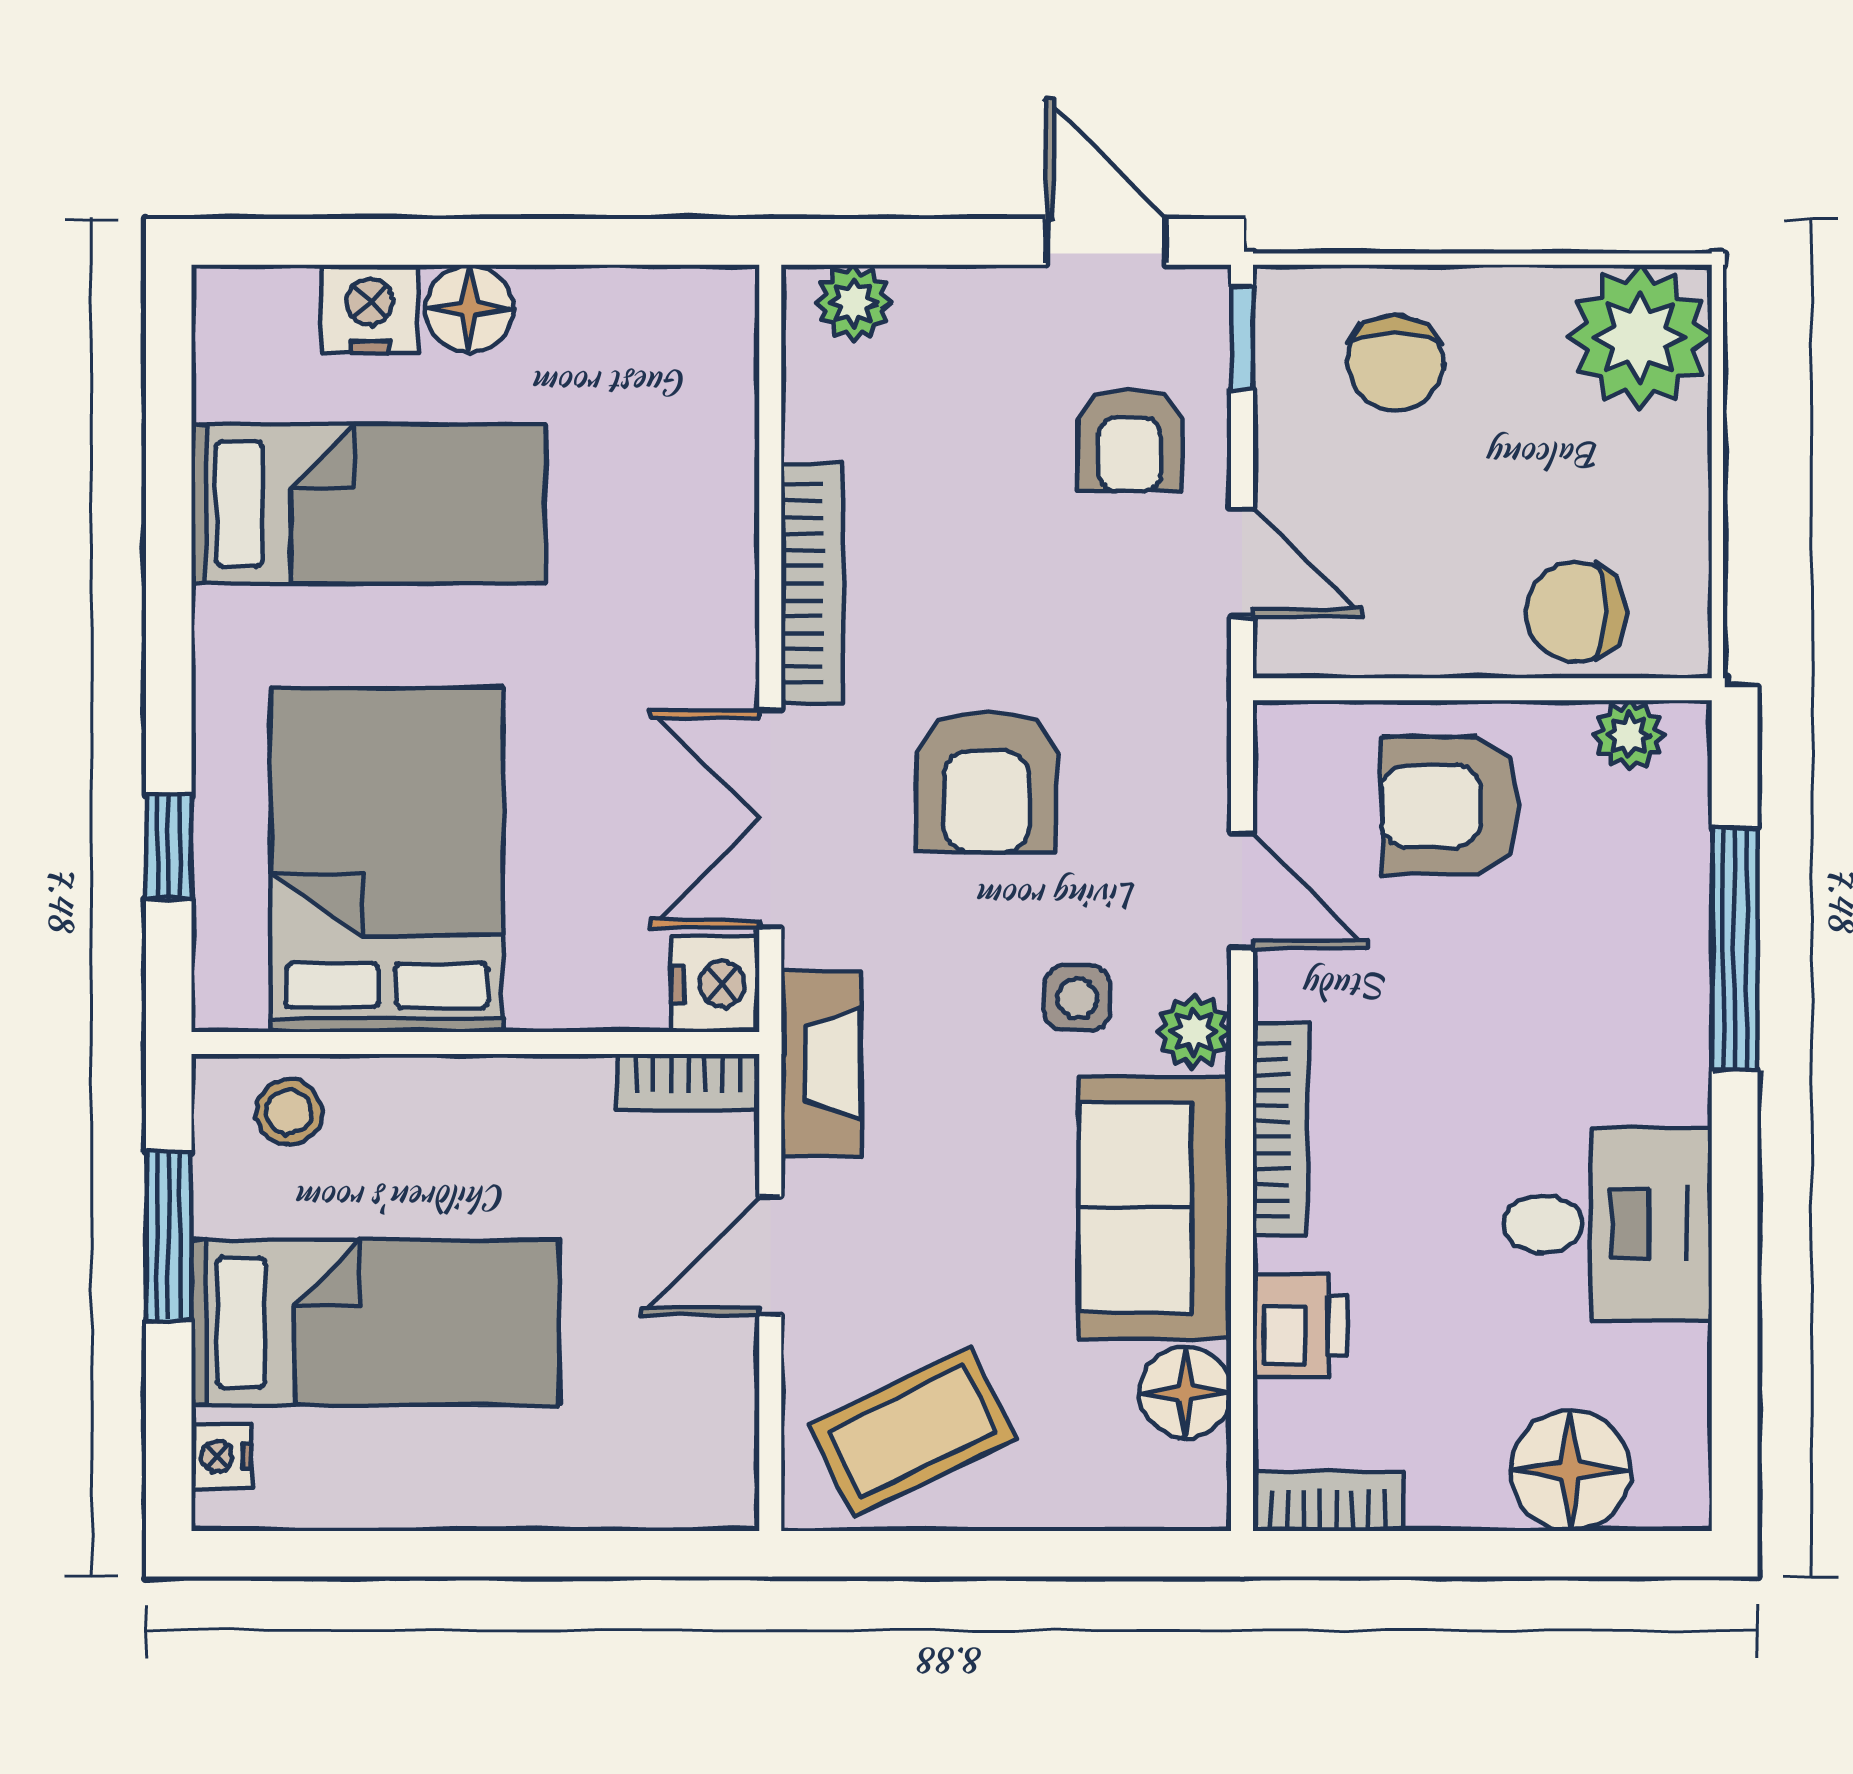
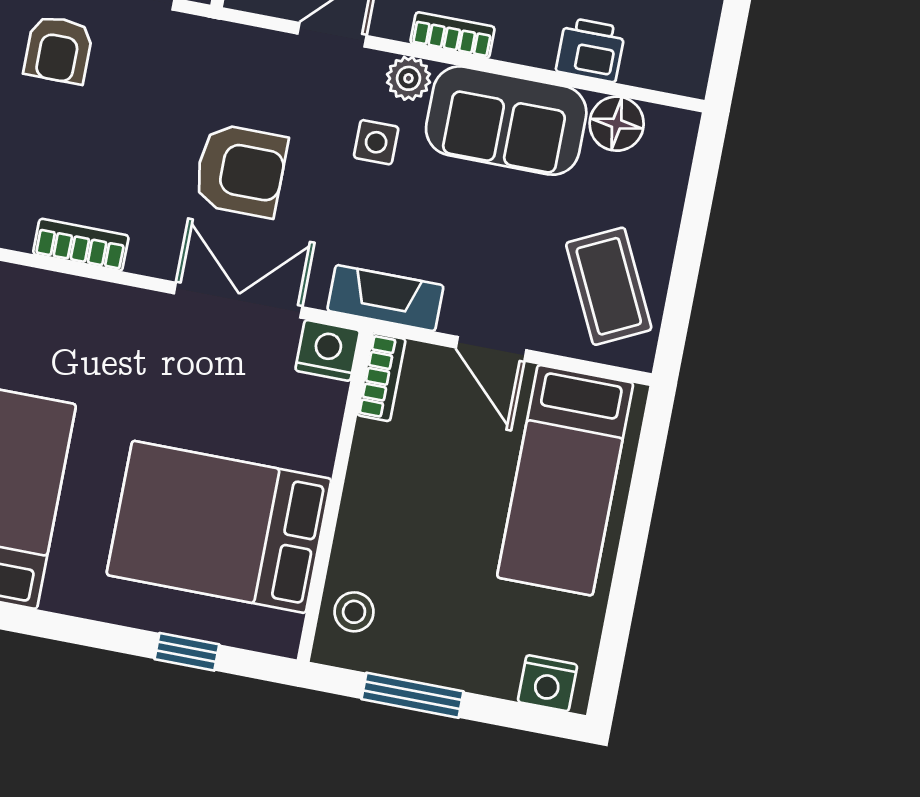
armchair: (1130, 440) -> (58, 49), turned 90
bookcase: (812, 583) -> (81, 245), width x0.64
double door: (770, 819) -> (238, 300), swing flipped
bookcase: (1280, 1129) -> (453, 35), width x0.64
bed: (375, 1323) -> (565, 480), moved, turned 180
nightstand: (221, 1457) -> (547, 683), width x1.39, depth x1.35
bookcase: (1328, 1501) -> (695, 53), removed

